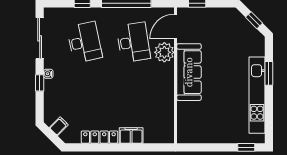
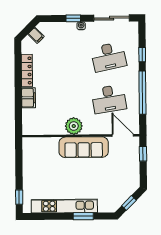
plant: (164, 52) -> (74, 126), moved

